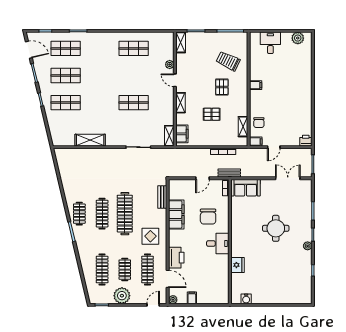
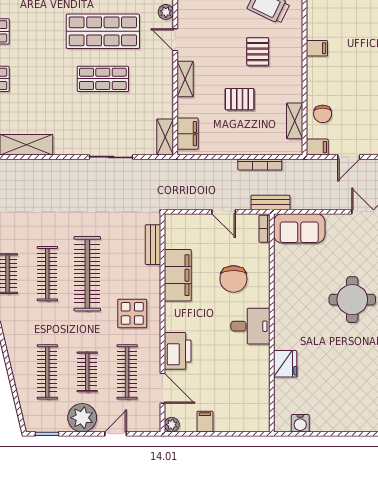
shop shelf: (134, 76) -> (103, 31), added
door: (202, 178) -> (224, 212), hinge flipped
door: (153, 305) -> (116, 434), moved

